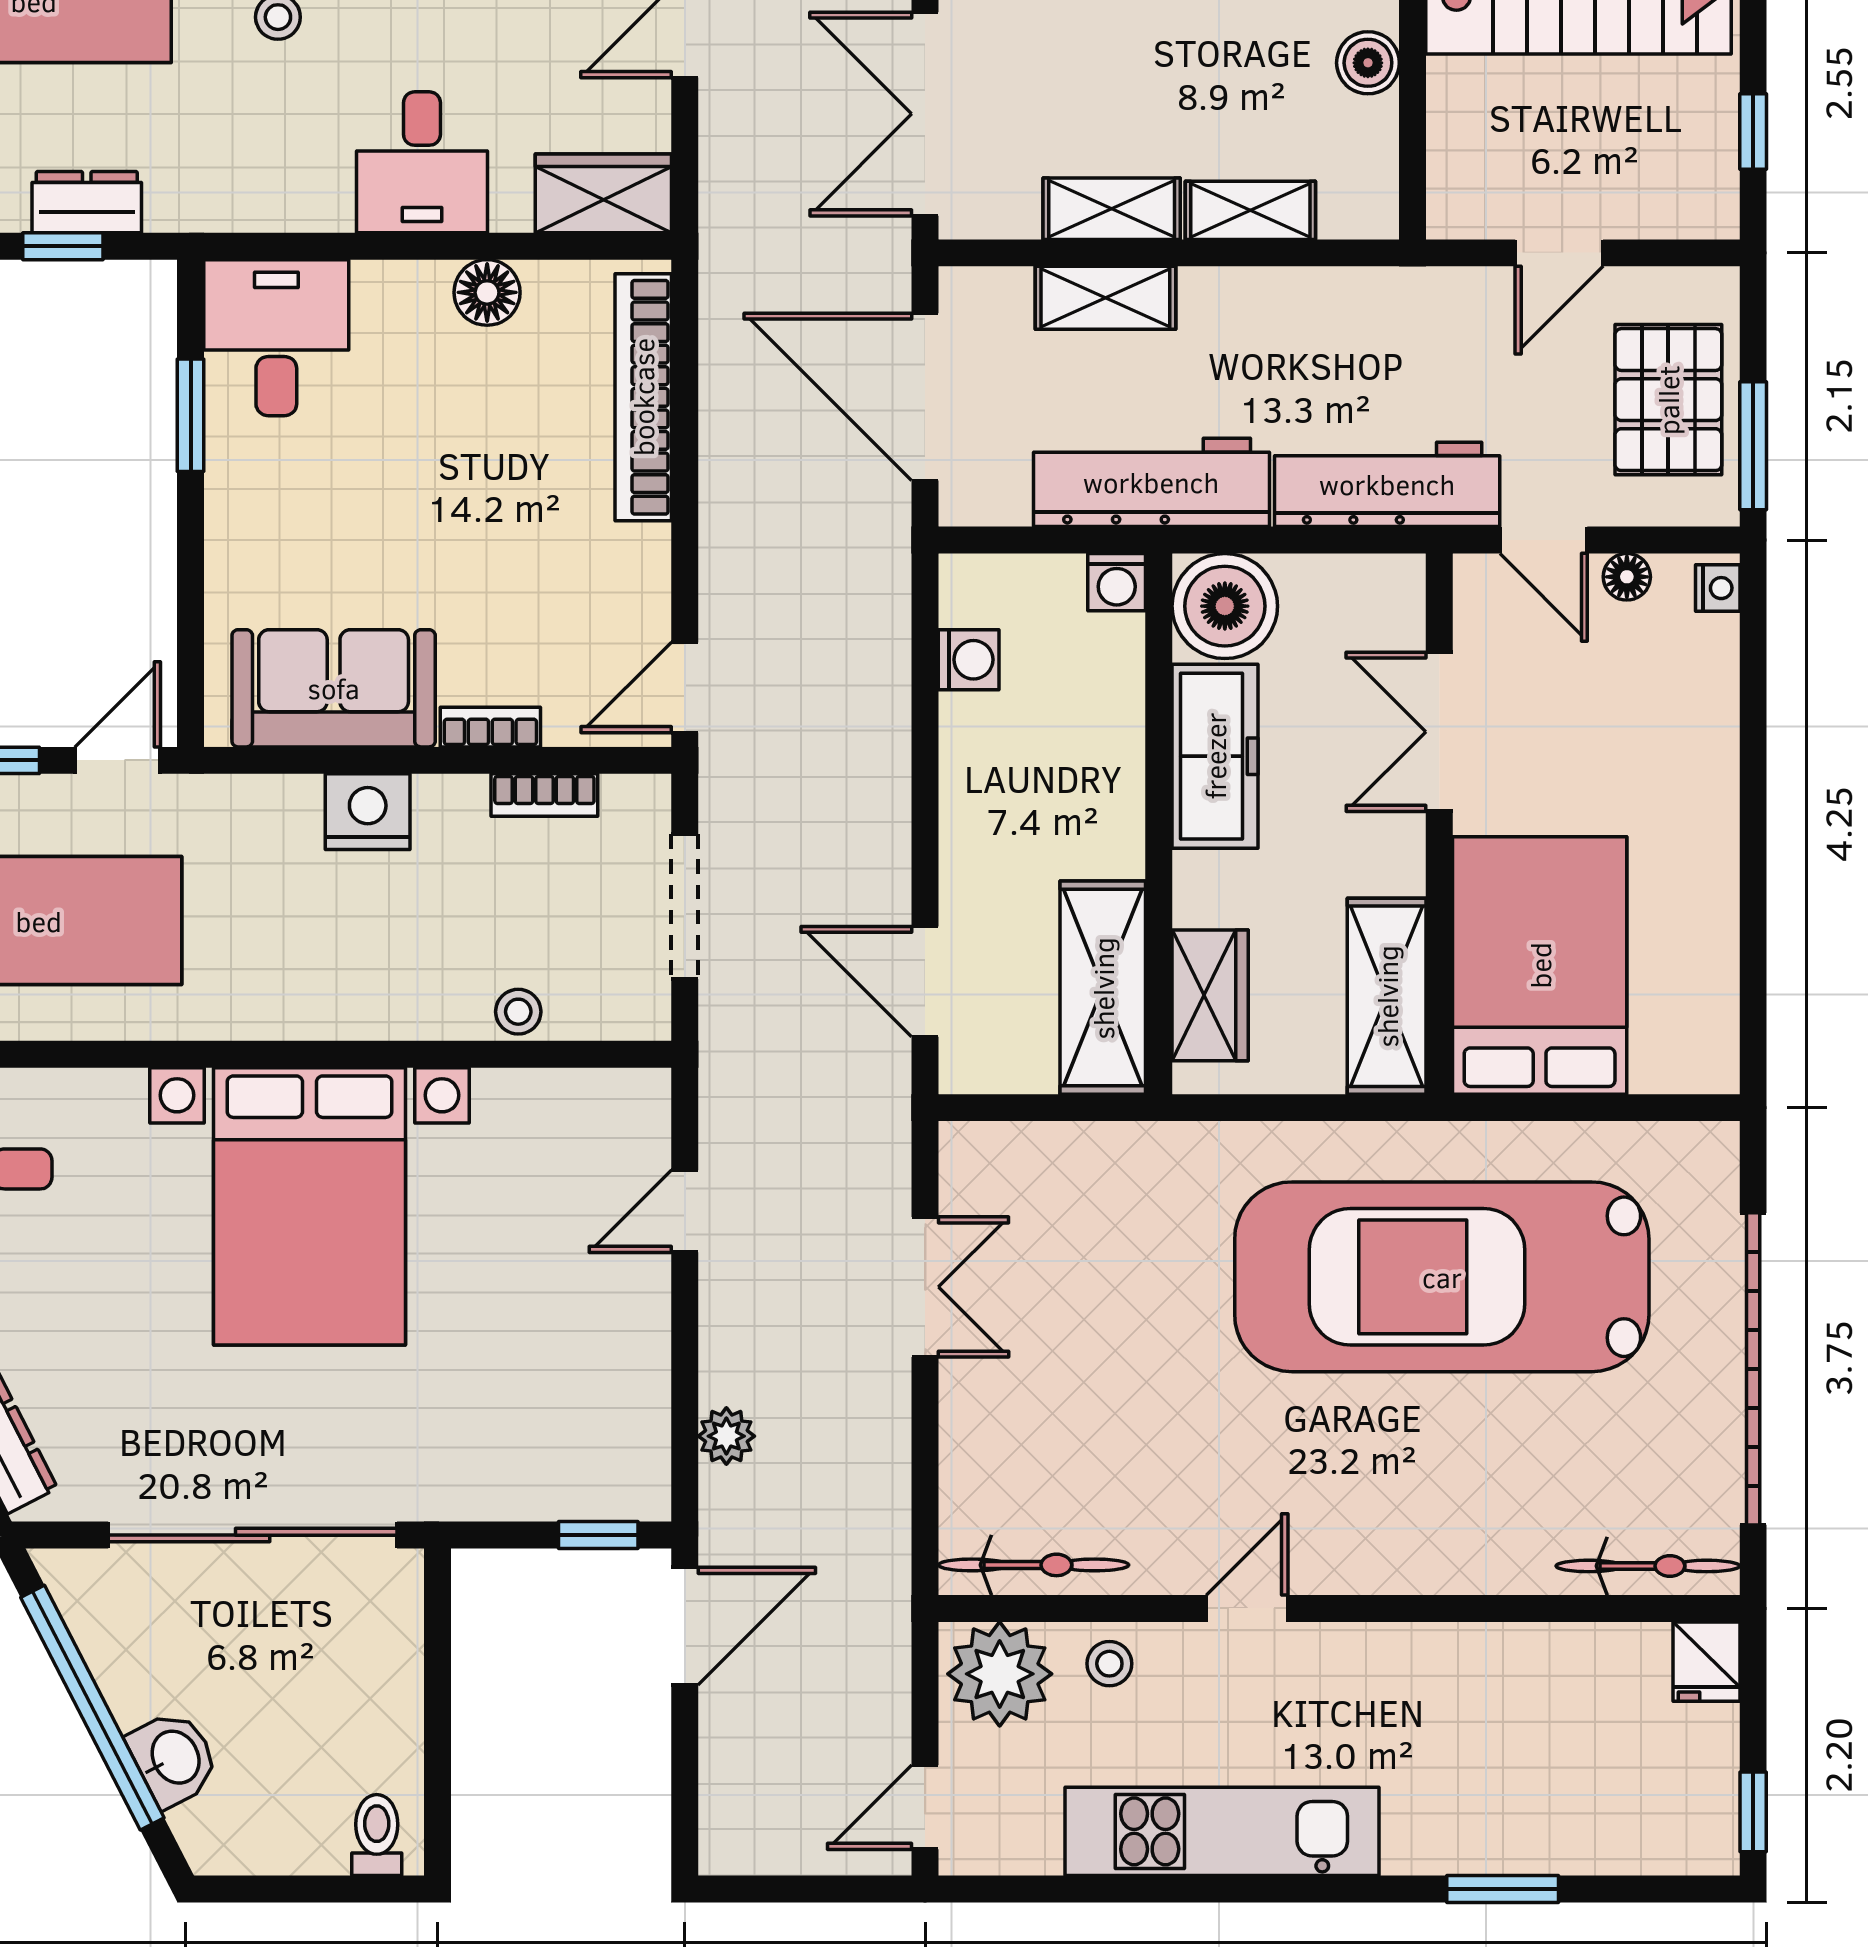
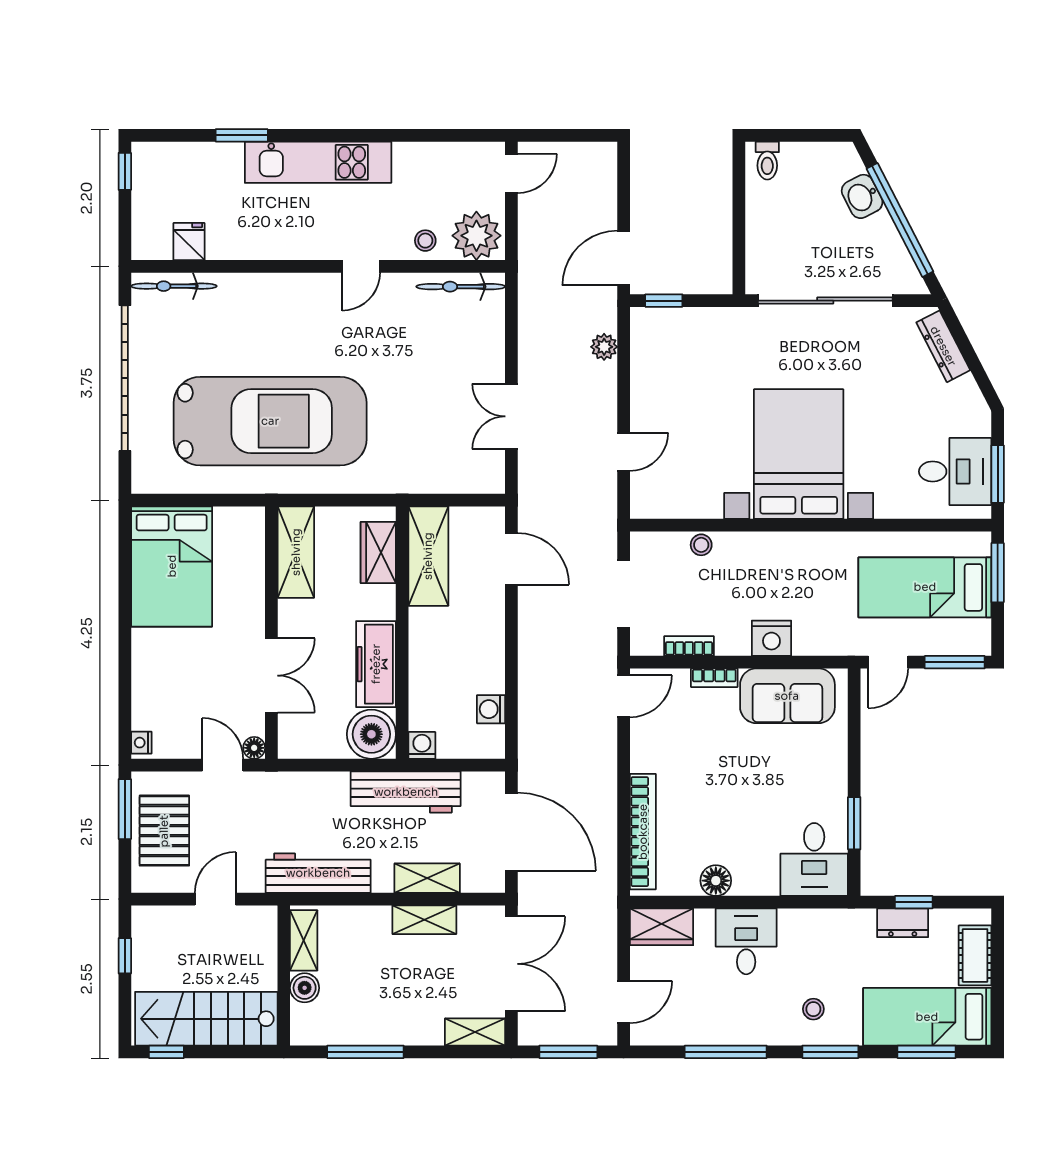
shelving: (1250, 210) -> (304, 940), moved, turned 90
workbench: (1387, 484) -> (318, 873), moved, turned 180
floor lamp: (1627, 577) -> (254, 748), moved
bed: (1540, 965) -> (172, 566), moved
fridge: (1706, 1662) -> (189, 241), moved
kitchen unit: (1222, 1831) -> (318, 162), moved

